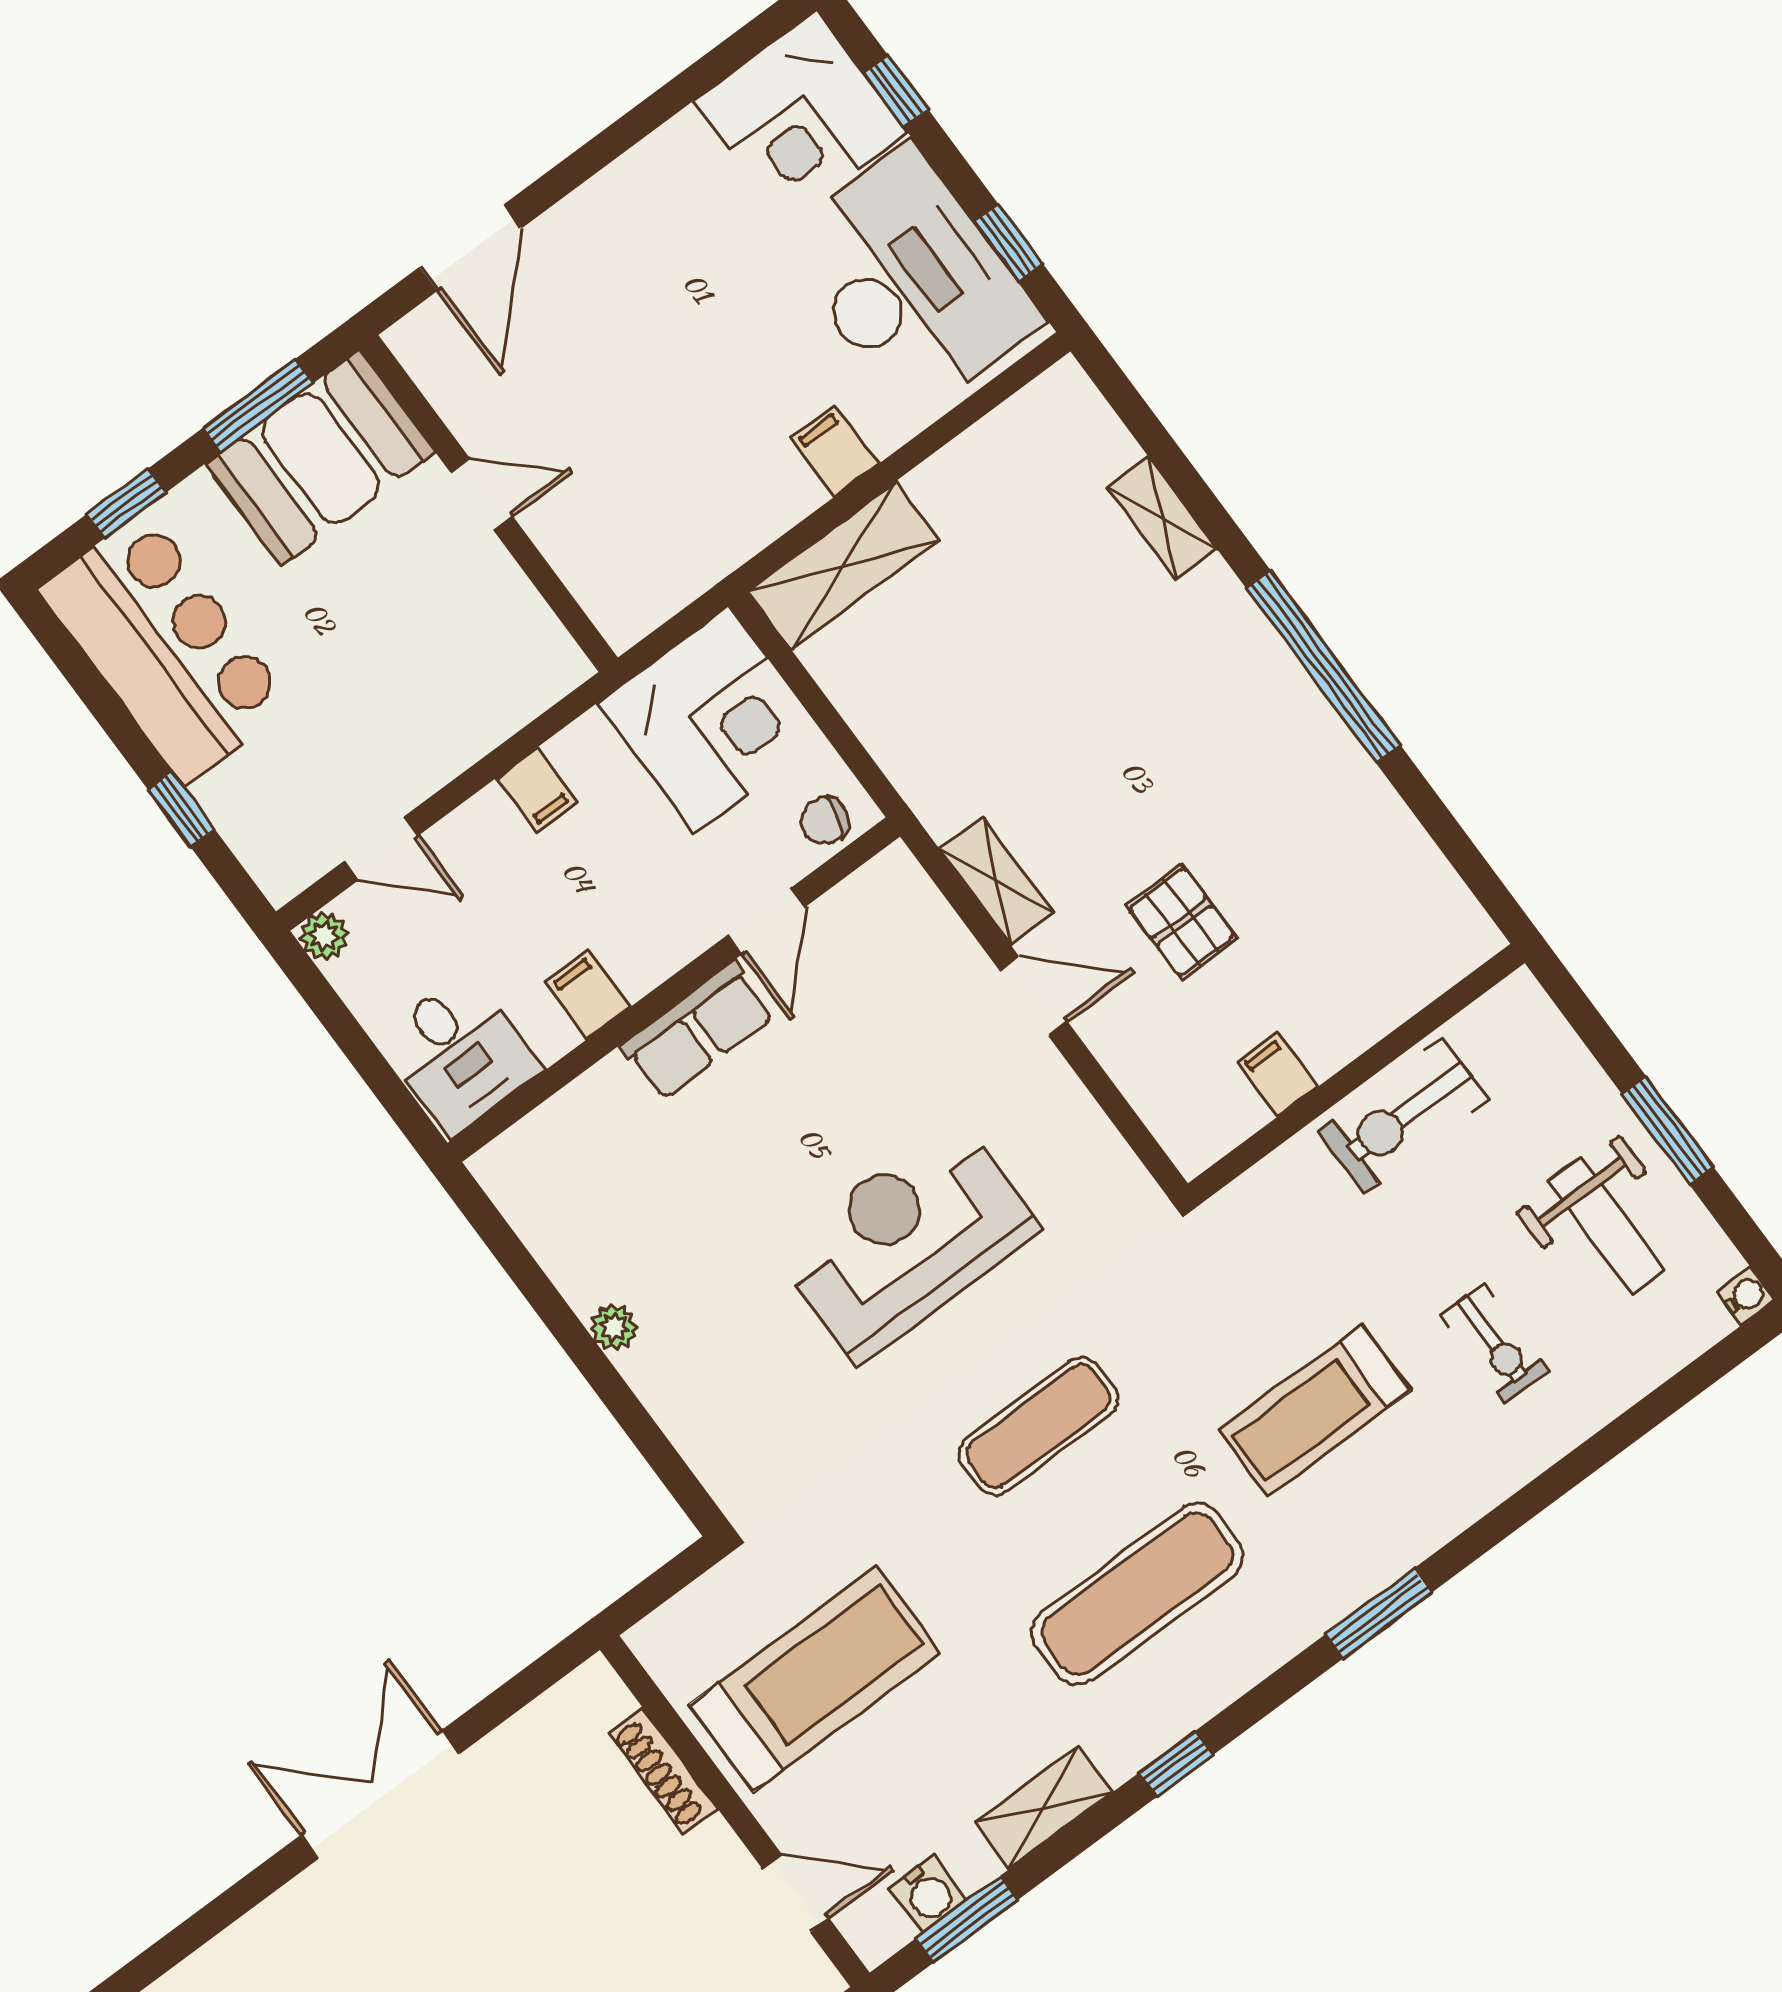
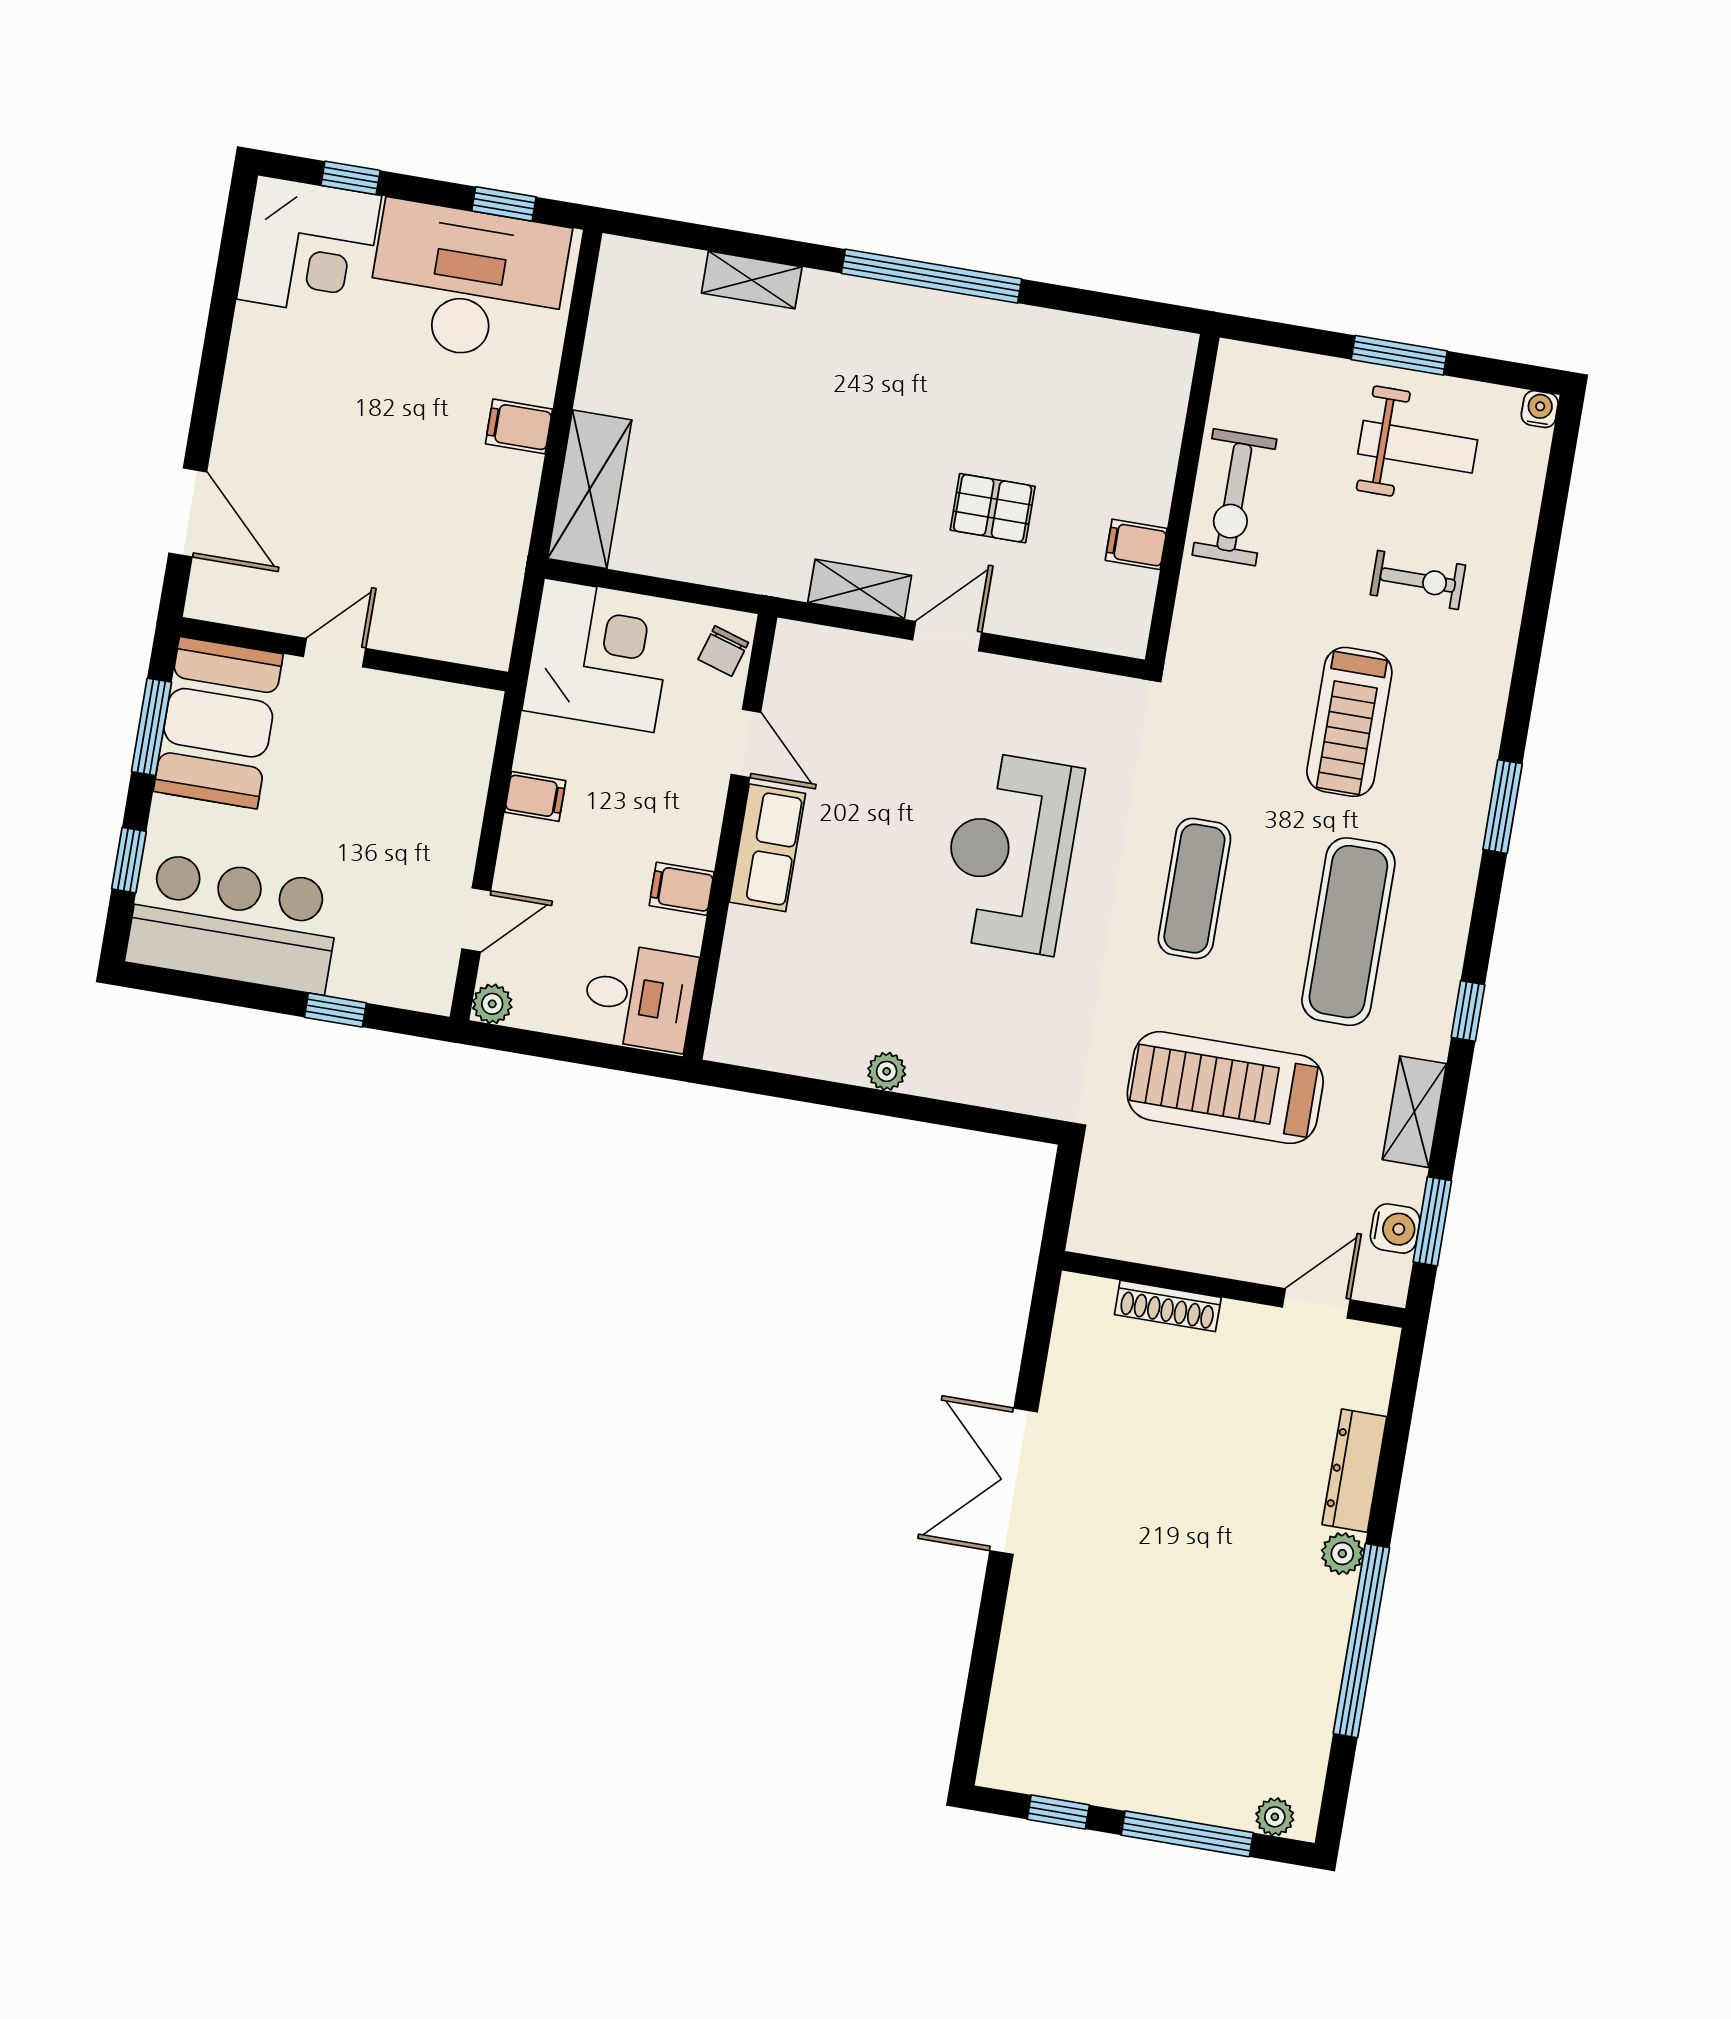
treadmill: (815, 1679) -> (1225, 1088), moved, turned -90

